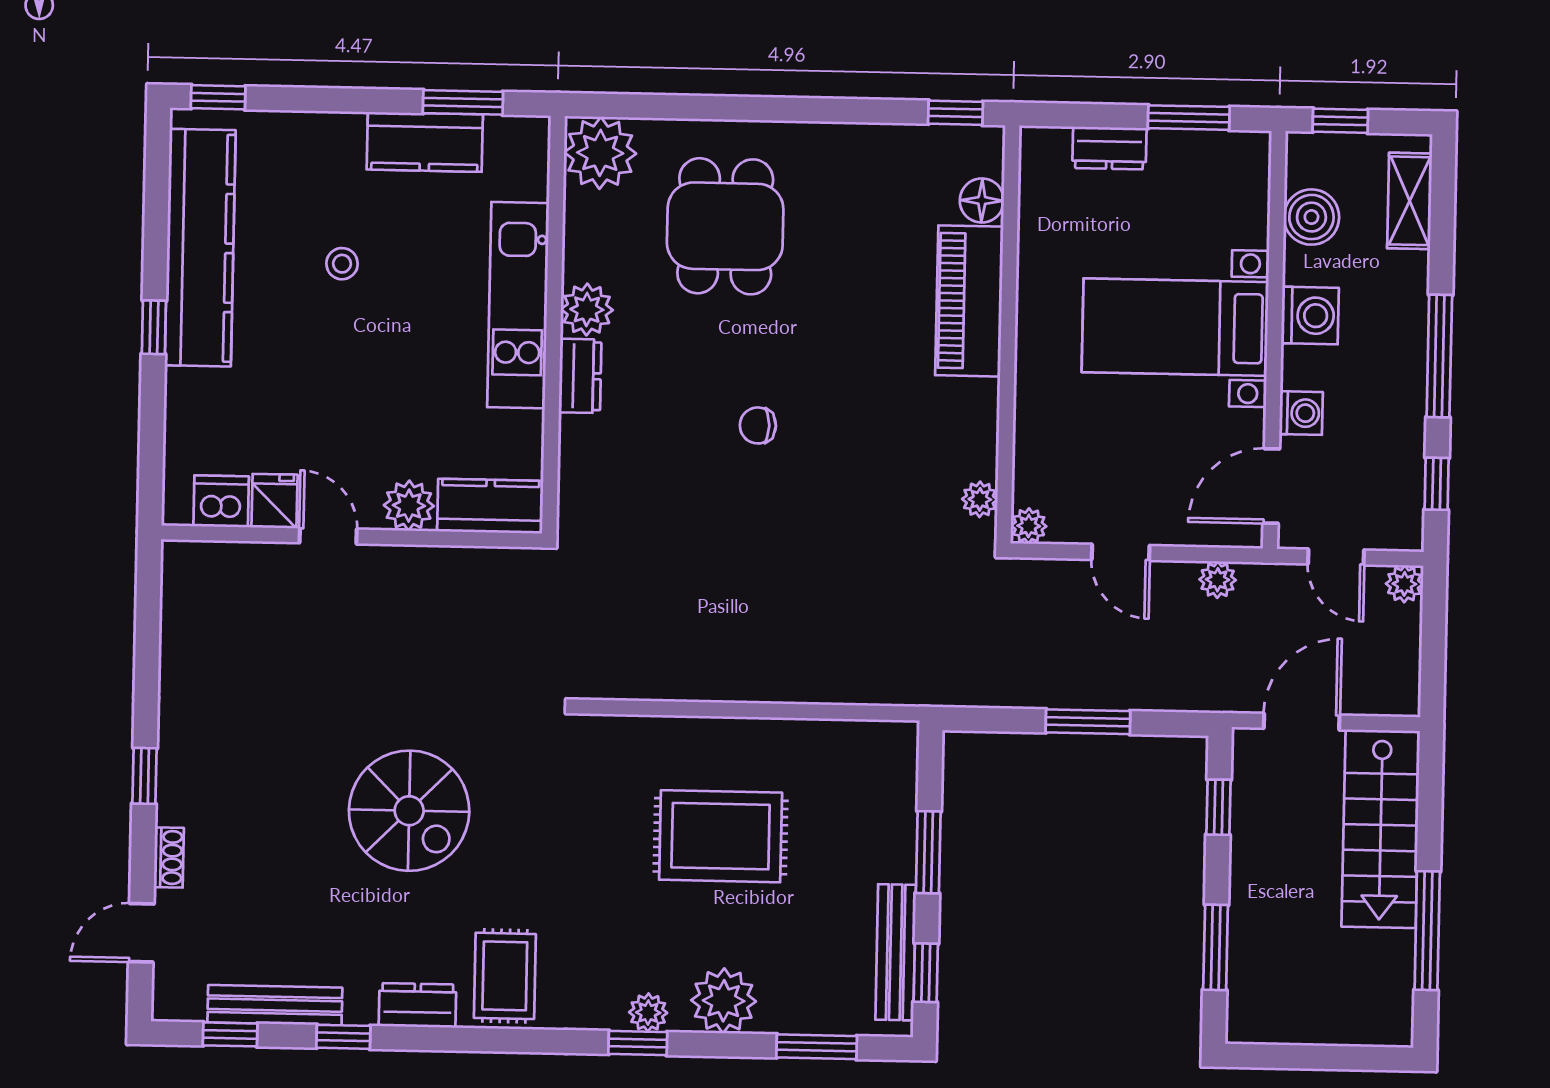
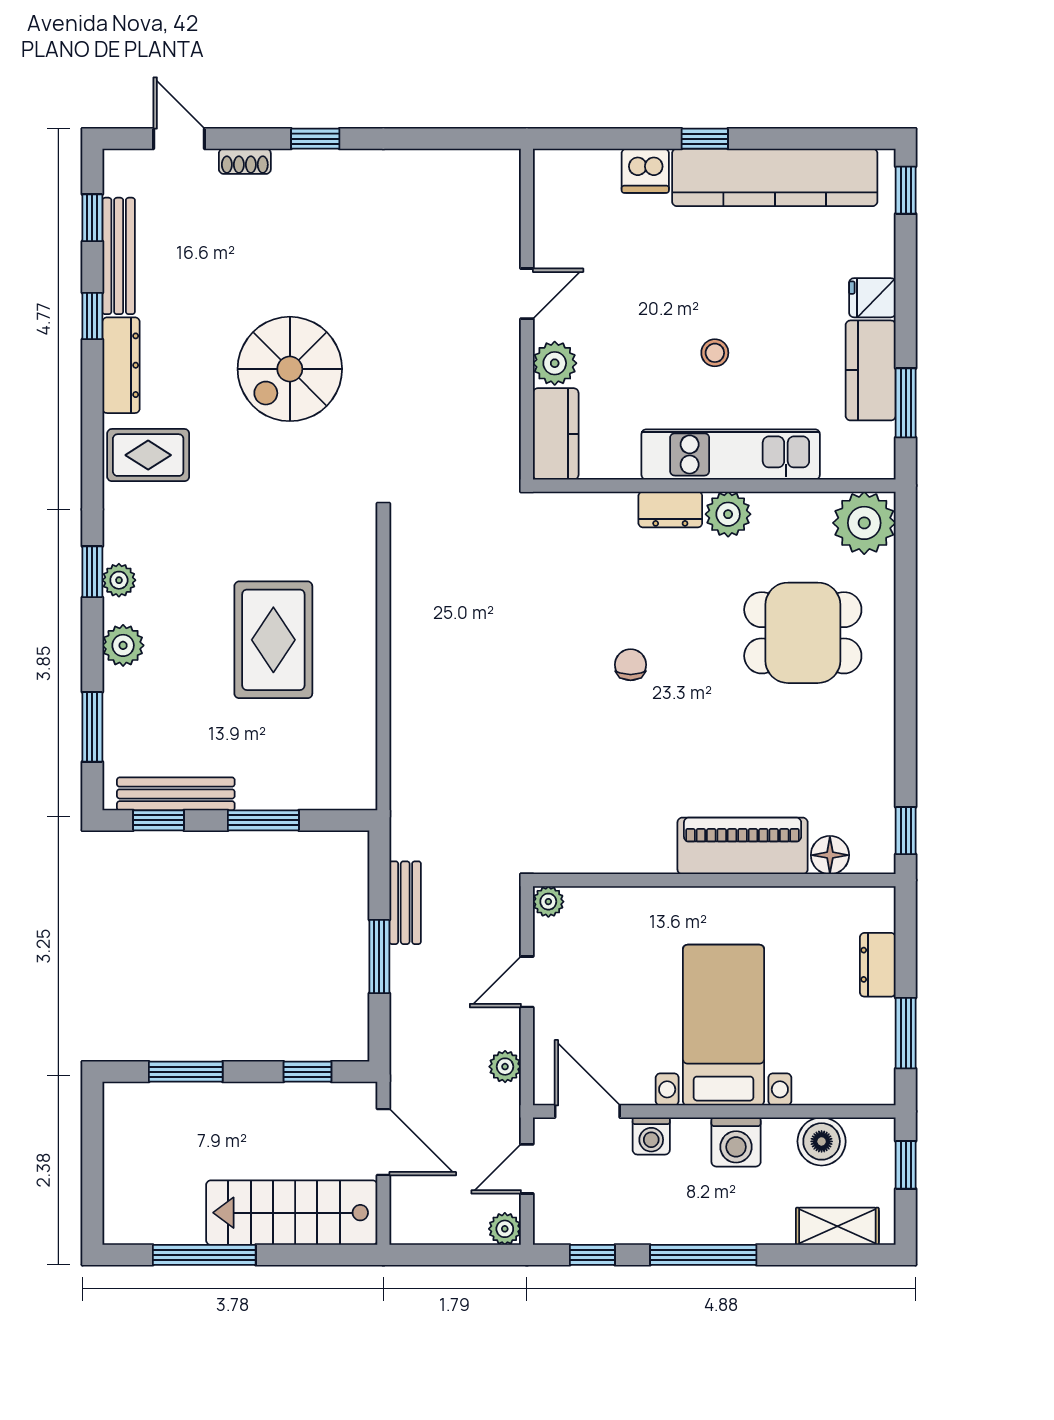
stool: (342, 264) -> (715, 353), moved
plant: (980, 499) -> (570, 859), removed
dishwasher: (221, 501) -> (645, 171), moved, turned 90
fridge: (274, 501) -> (872, 298), moved, turned 180
bench: (1026, 691) -> (405, 903), added
plant: (724, 1001) -> (123, 645), width x0.73, depth x0.73
dresser: (417, 1005) -> (121, 365), width x1.44

